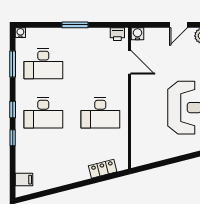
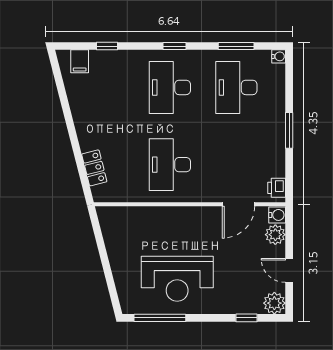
plant: (152, 35) -> (275, 235), added
window: (13, 138) -> (107, 46), moved

